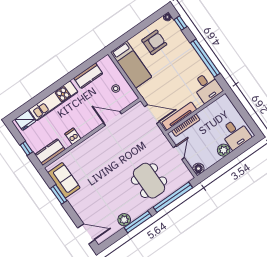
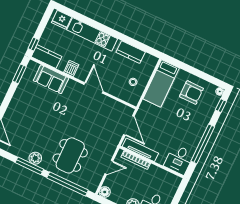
door: (113, 118) -> (94, 88), moved
window: (26, 148) -> (34, 44), moved
sofa: (64, 180) -> (51, 79), moved, turned 90
window: (59, 194) -> (19, 74), moved
plant: (124, 220) -> (35, 158), moved

